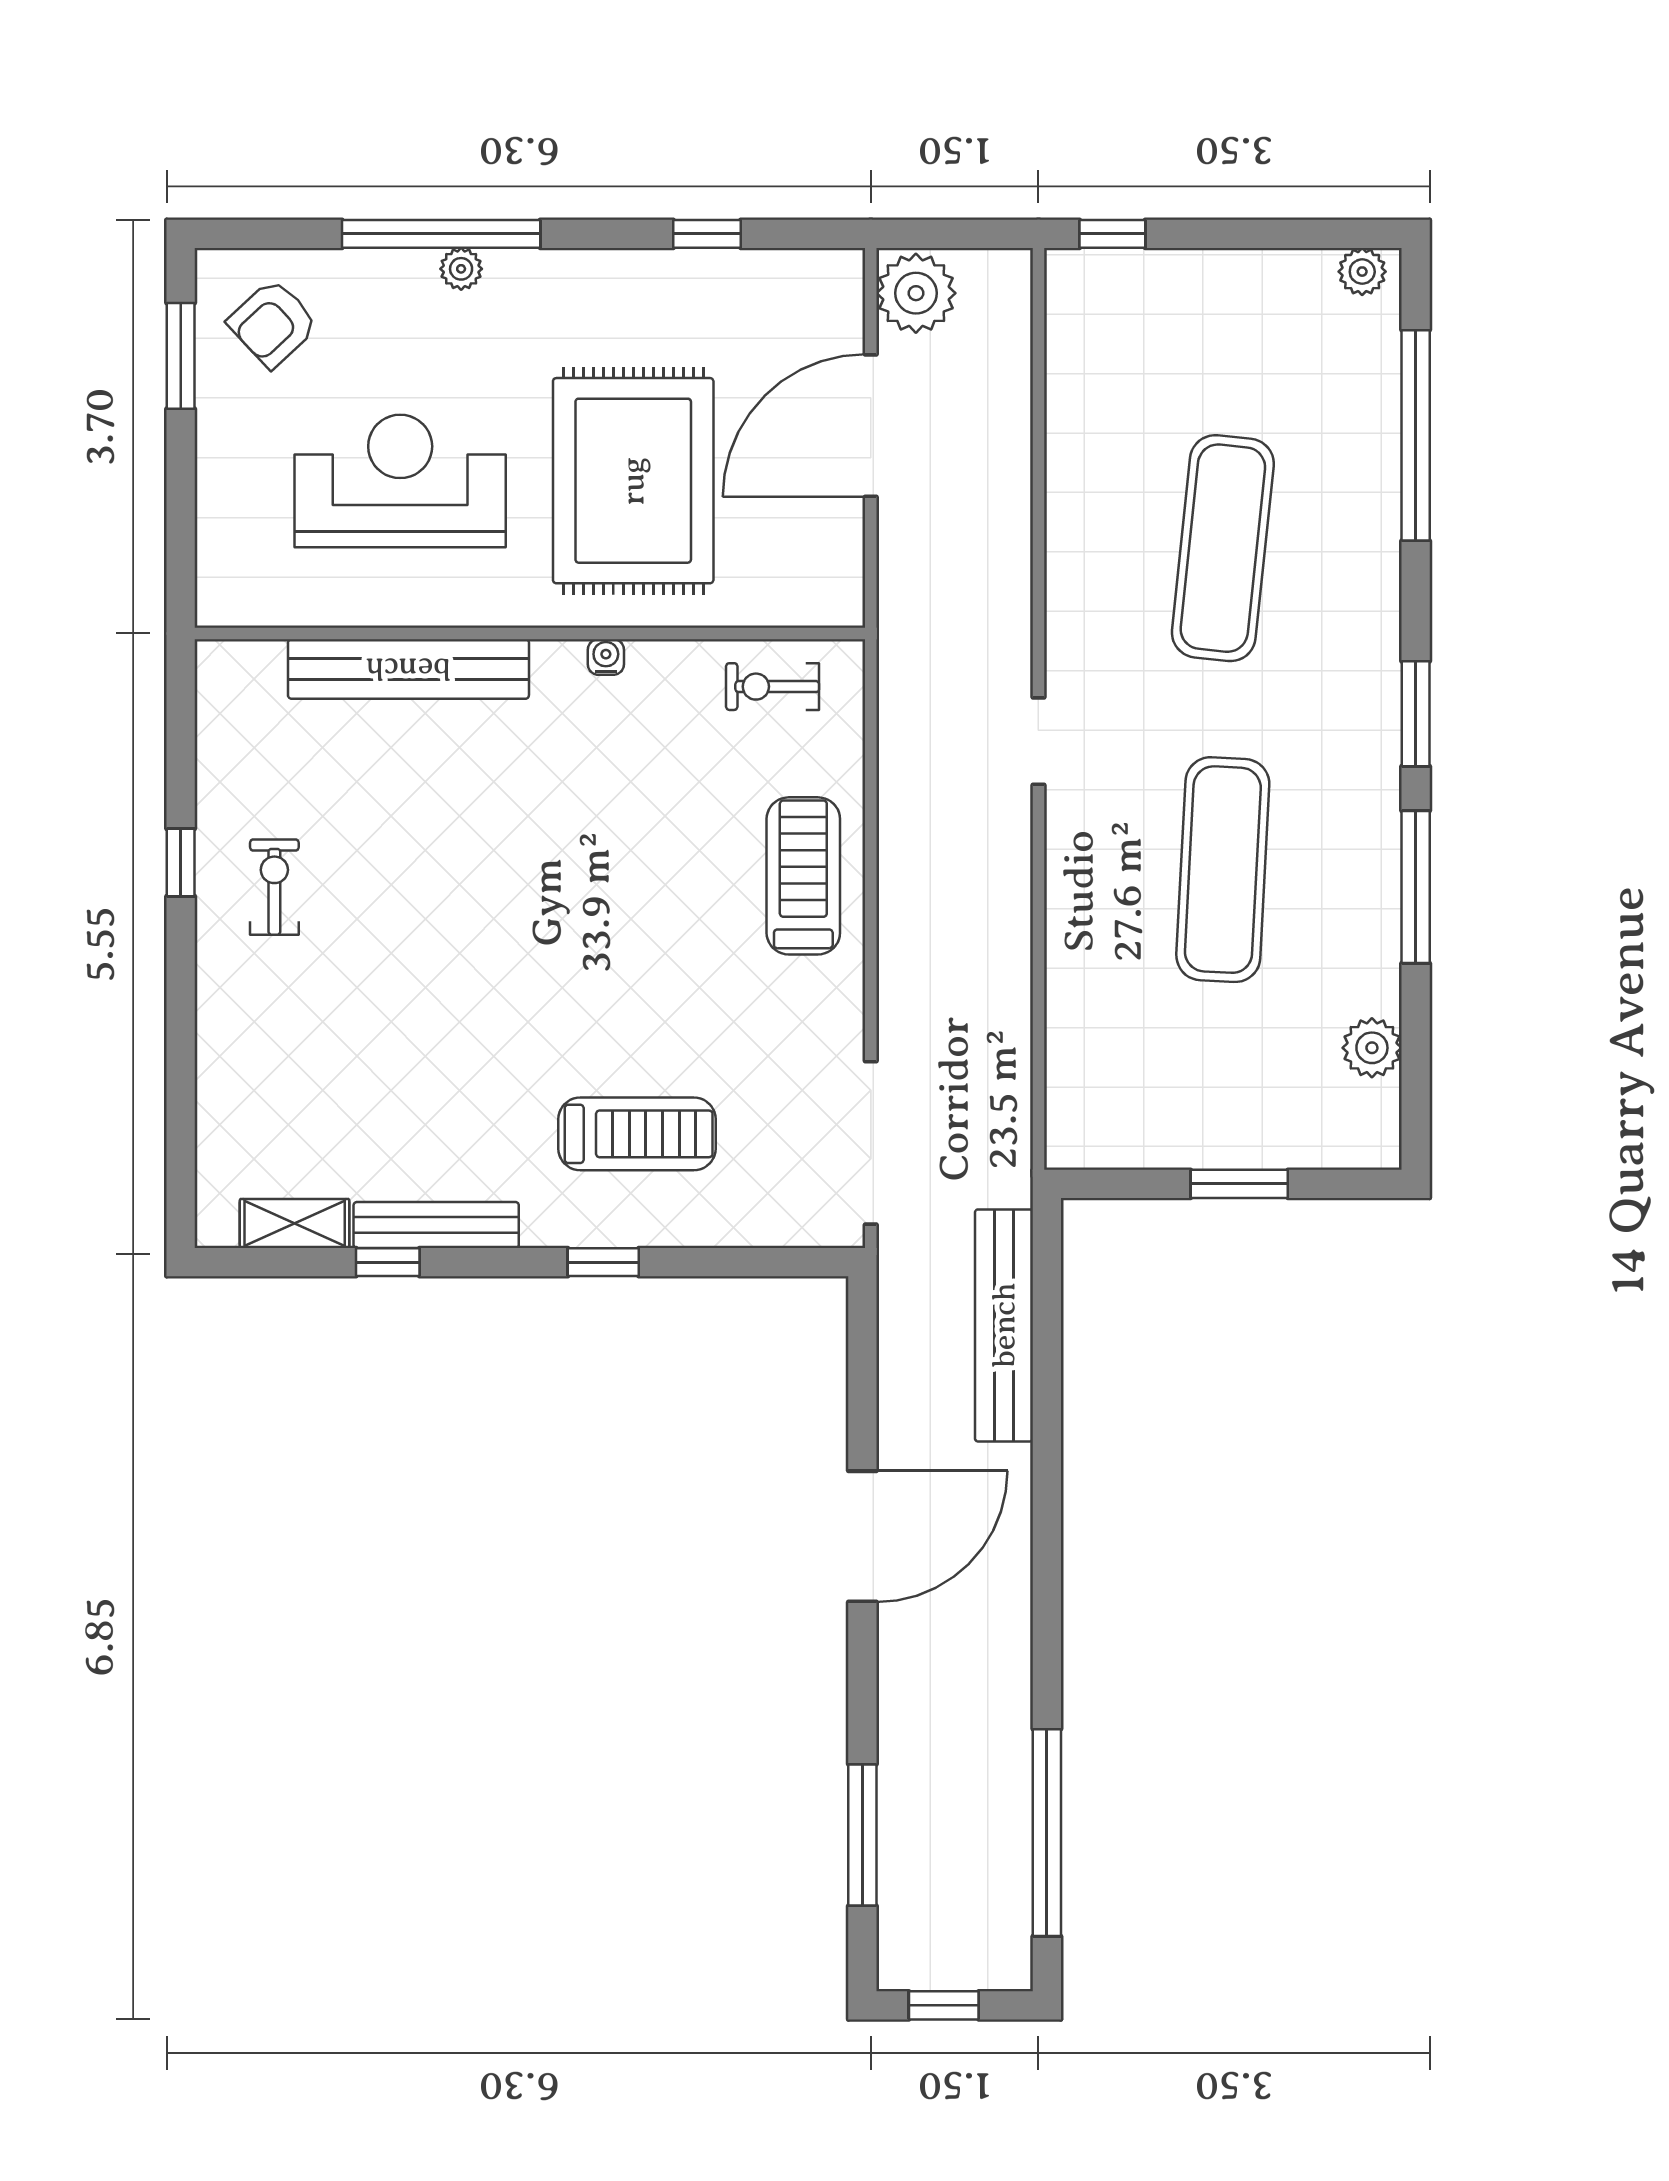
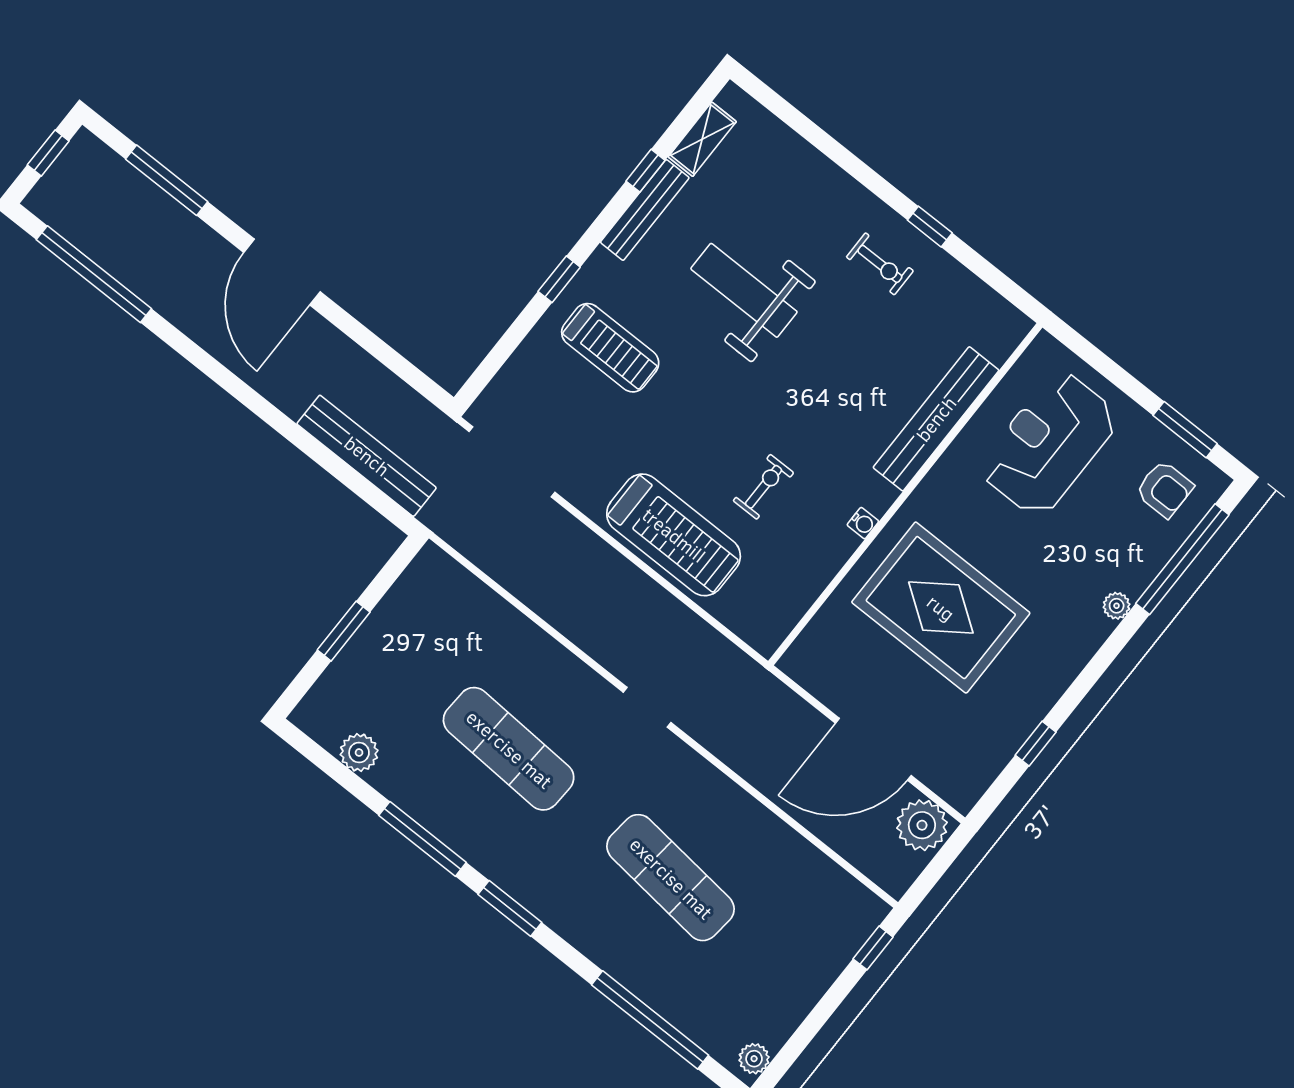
window: (441, 234) -> (1182, 559), moved
armchair: (273, 323) -> (1165, 489), turned 133
door: (871, 426) -> (873, 749), swing flipped
reception desk: (400, 481) -> (1049, 444), moved, turned 180
exercise bike: (773, 687) -> (763, 487), moved
treadmill: (803, 876) -> (674, 535), width x1.37, depth x1.38
weight bench: (438, 1027) -> (744, 290), added
treadmill: (637, 1134) -> (610, 348), turned -90
door: (862, 1536) -> (282, 272), moved

